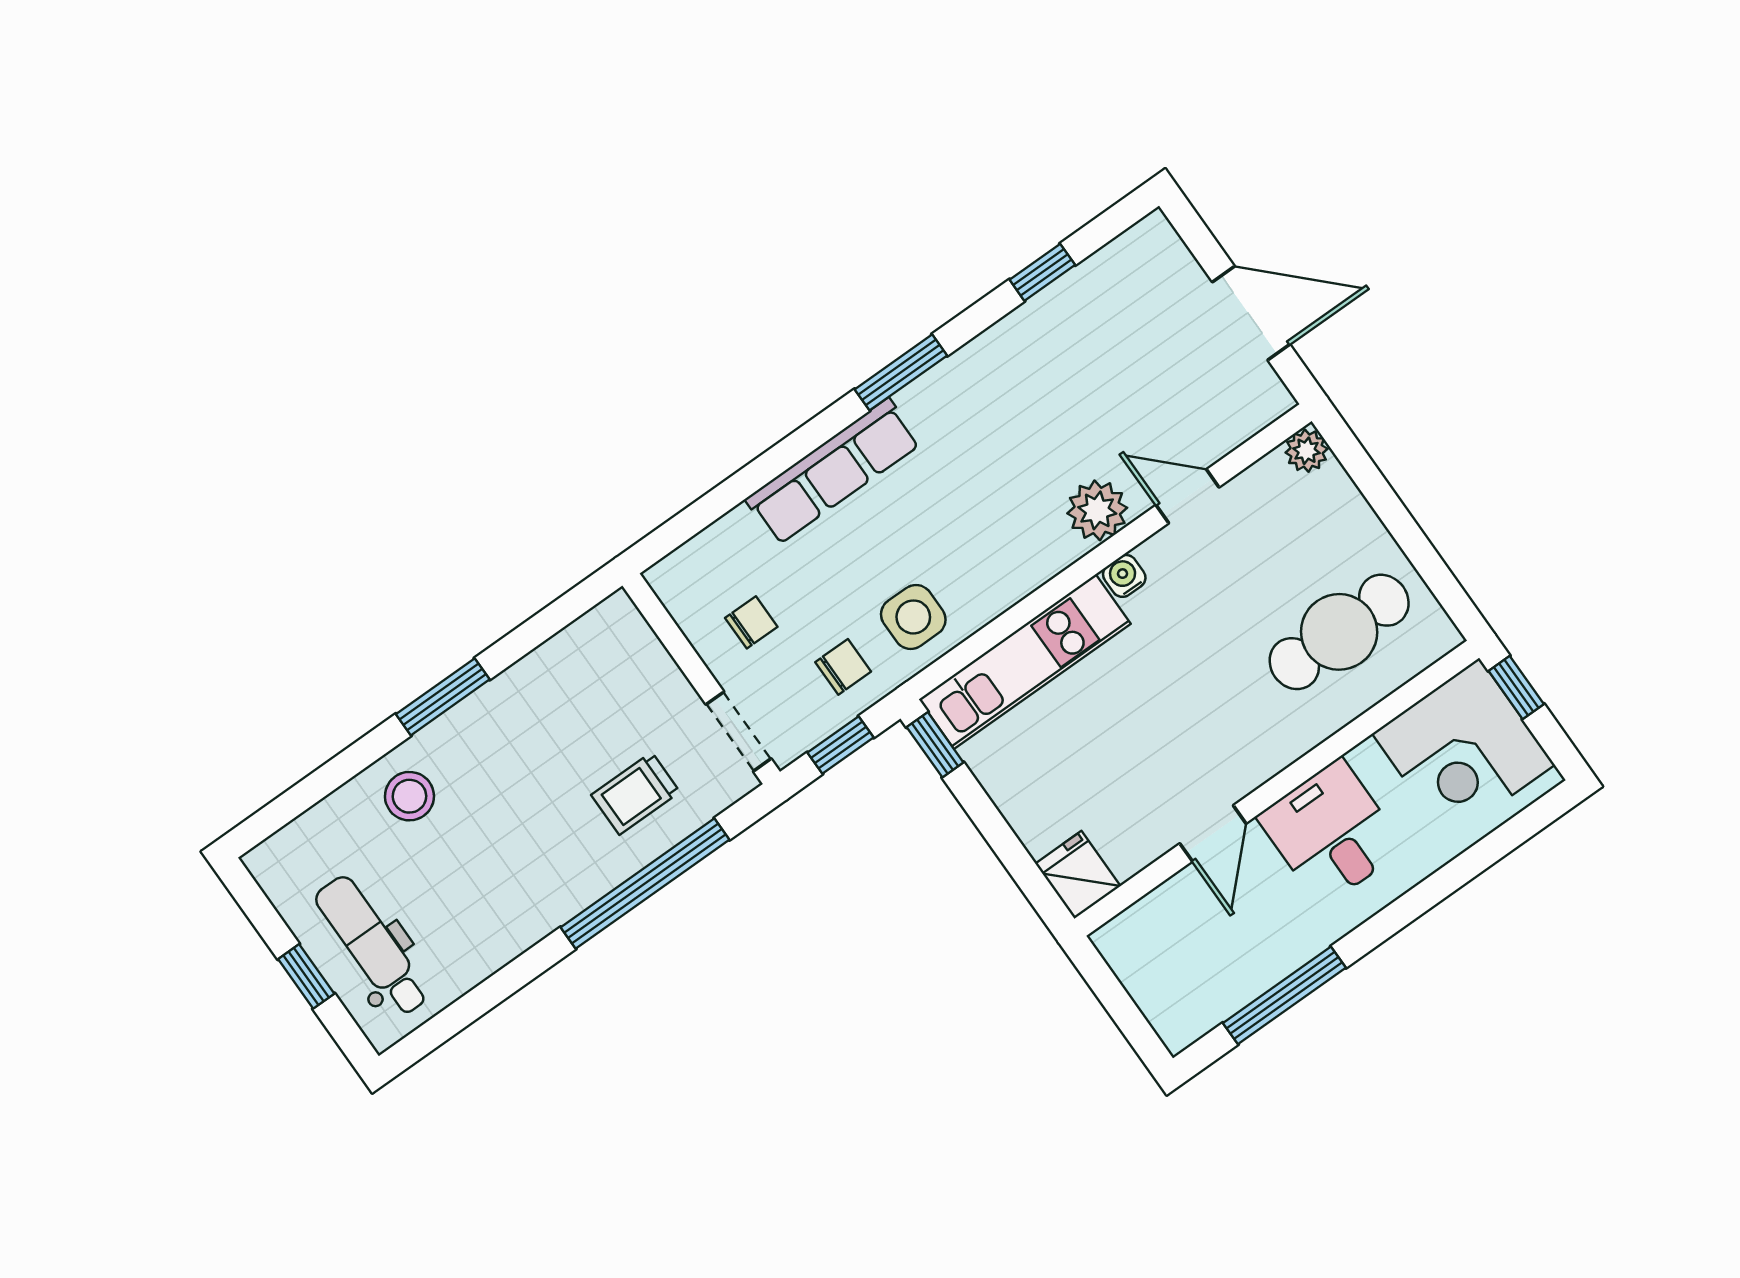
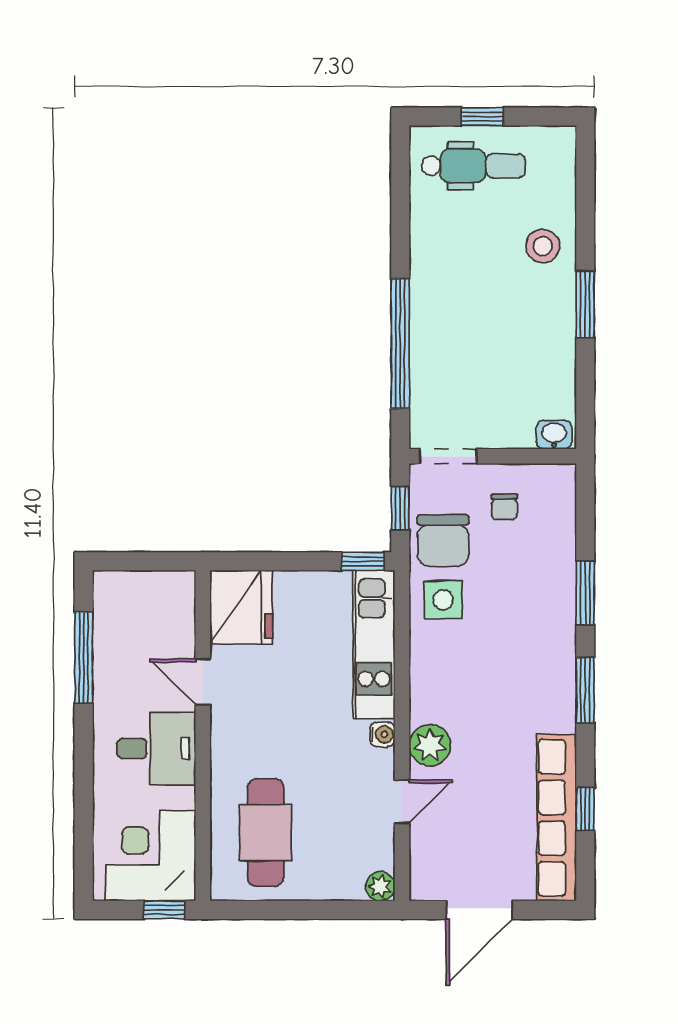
window: (786, 454) -> (585, 593), added
row of seats: (833, 471) -> (557, 818), moved, width x1.36
washbasin: (624, 624) -> (554, 435), added
chair: (843, 667) -> (443, 541), width x1.87, depth x1.87
trolley: (636, 793) -> (454, 374), removed
fridge: (1078, 875) -> (241, 607), width x1.88, depth x1.34

